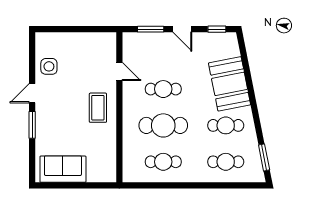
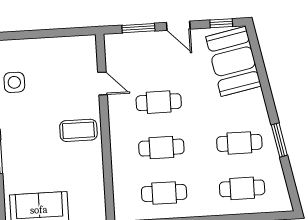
booth: (230, 84) -> (233, 61), moved
coffee table: (98, 108) -> (78, 130), turned 90
cafe table: (163, 125) -> (161, 148), width x0.73, depth x0.74
window: (264, 157) -> (279, 140), moved

